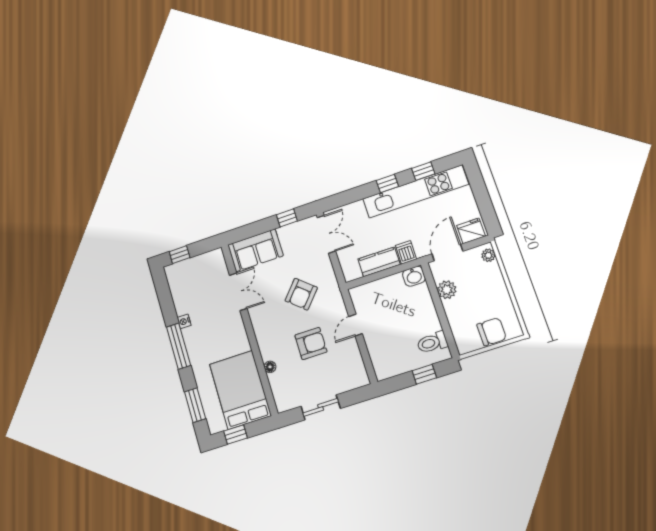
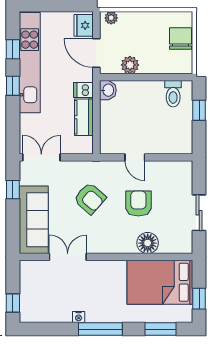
sofa: (255, 250) -> (34, 220), width x1.36
floor lamp: (270, 367) -> (148, 243), width x1.89, depth x1.89

